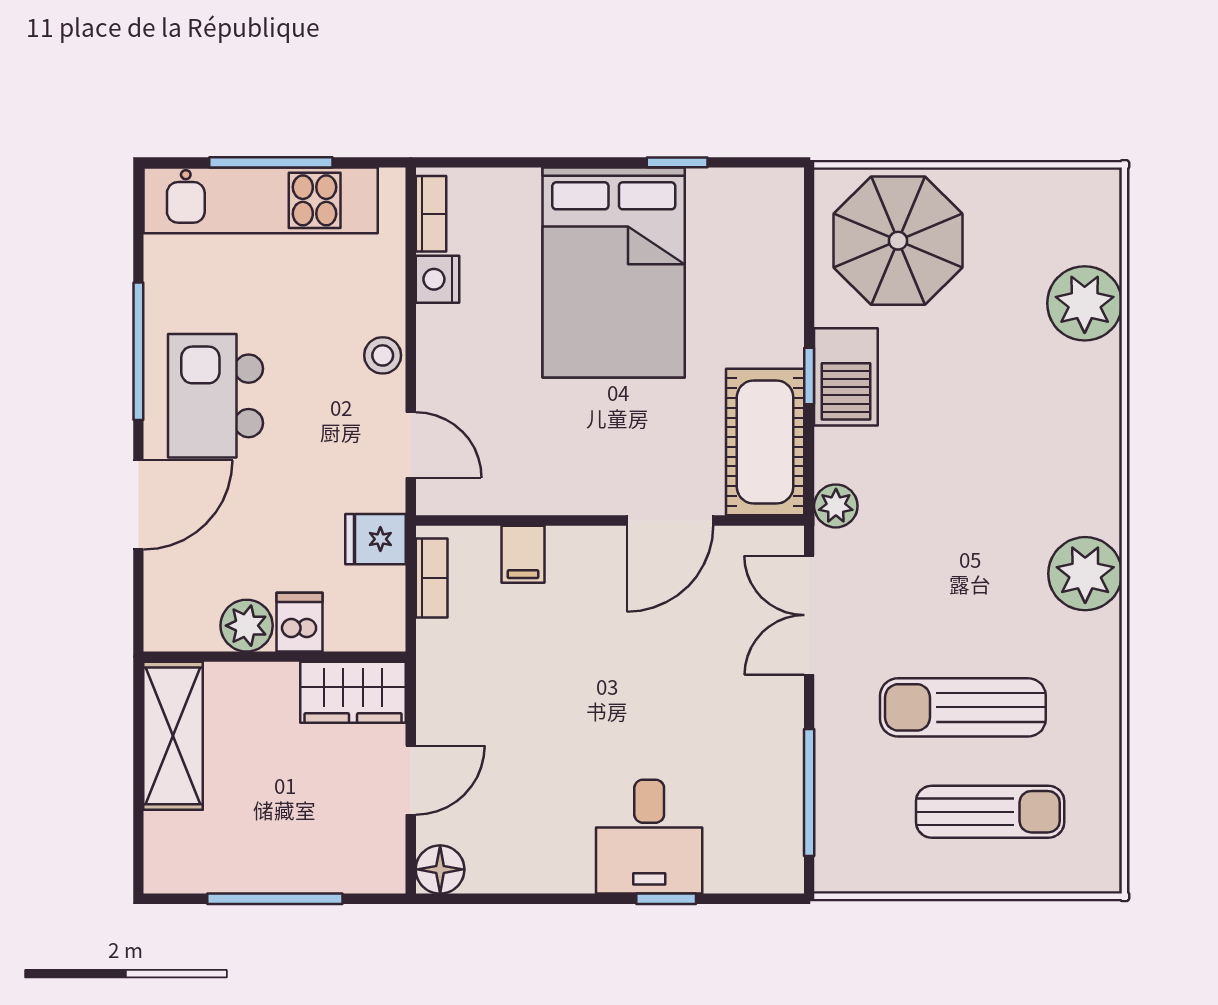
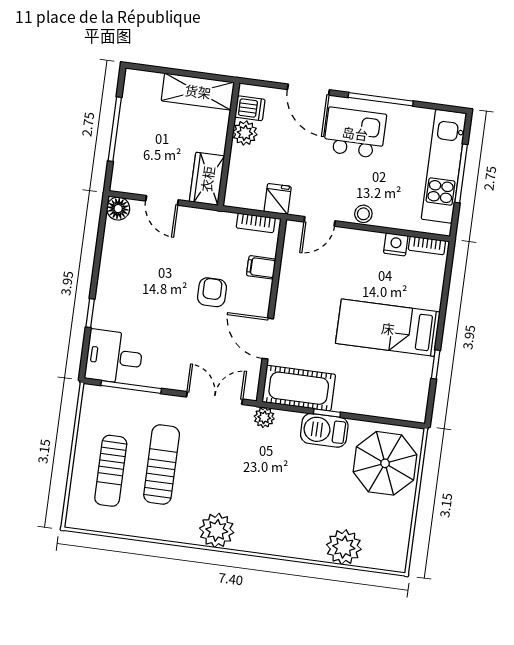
bed: (614, 273) -> (388, 328), width x0.67
dishwasher: (299, 622) -> (250, 108), moved
armchair: (589, 650) -> (212, 292), added
desk: (649, 837) -> (114, 357), moved

